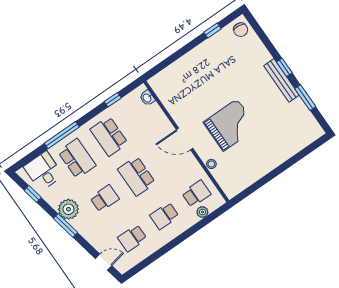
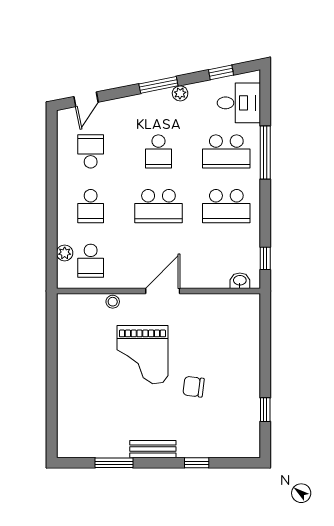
chair: (241, 30) -> (194, 387), moved
window: (284, 67) -> (197, 463), moved
bench: (281, 80) -> (153, 449), width x0.73
window: (113, 100) -> (265, 258), moved
school desk: (109, 136) -> (226, 206), turned 180
school desk: (137, 176) -> (158, 206), turned 180
plant: (68, 209) -> (180, 93), width x0.53, depth x0.53
school desk: (164, 216) -> (91, 206), turned 180

